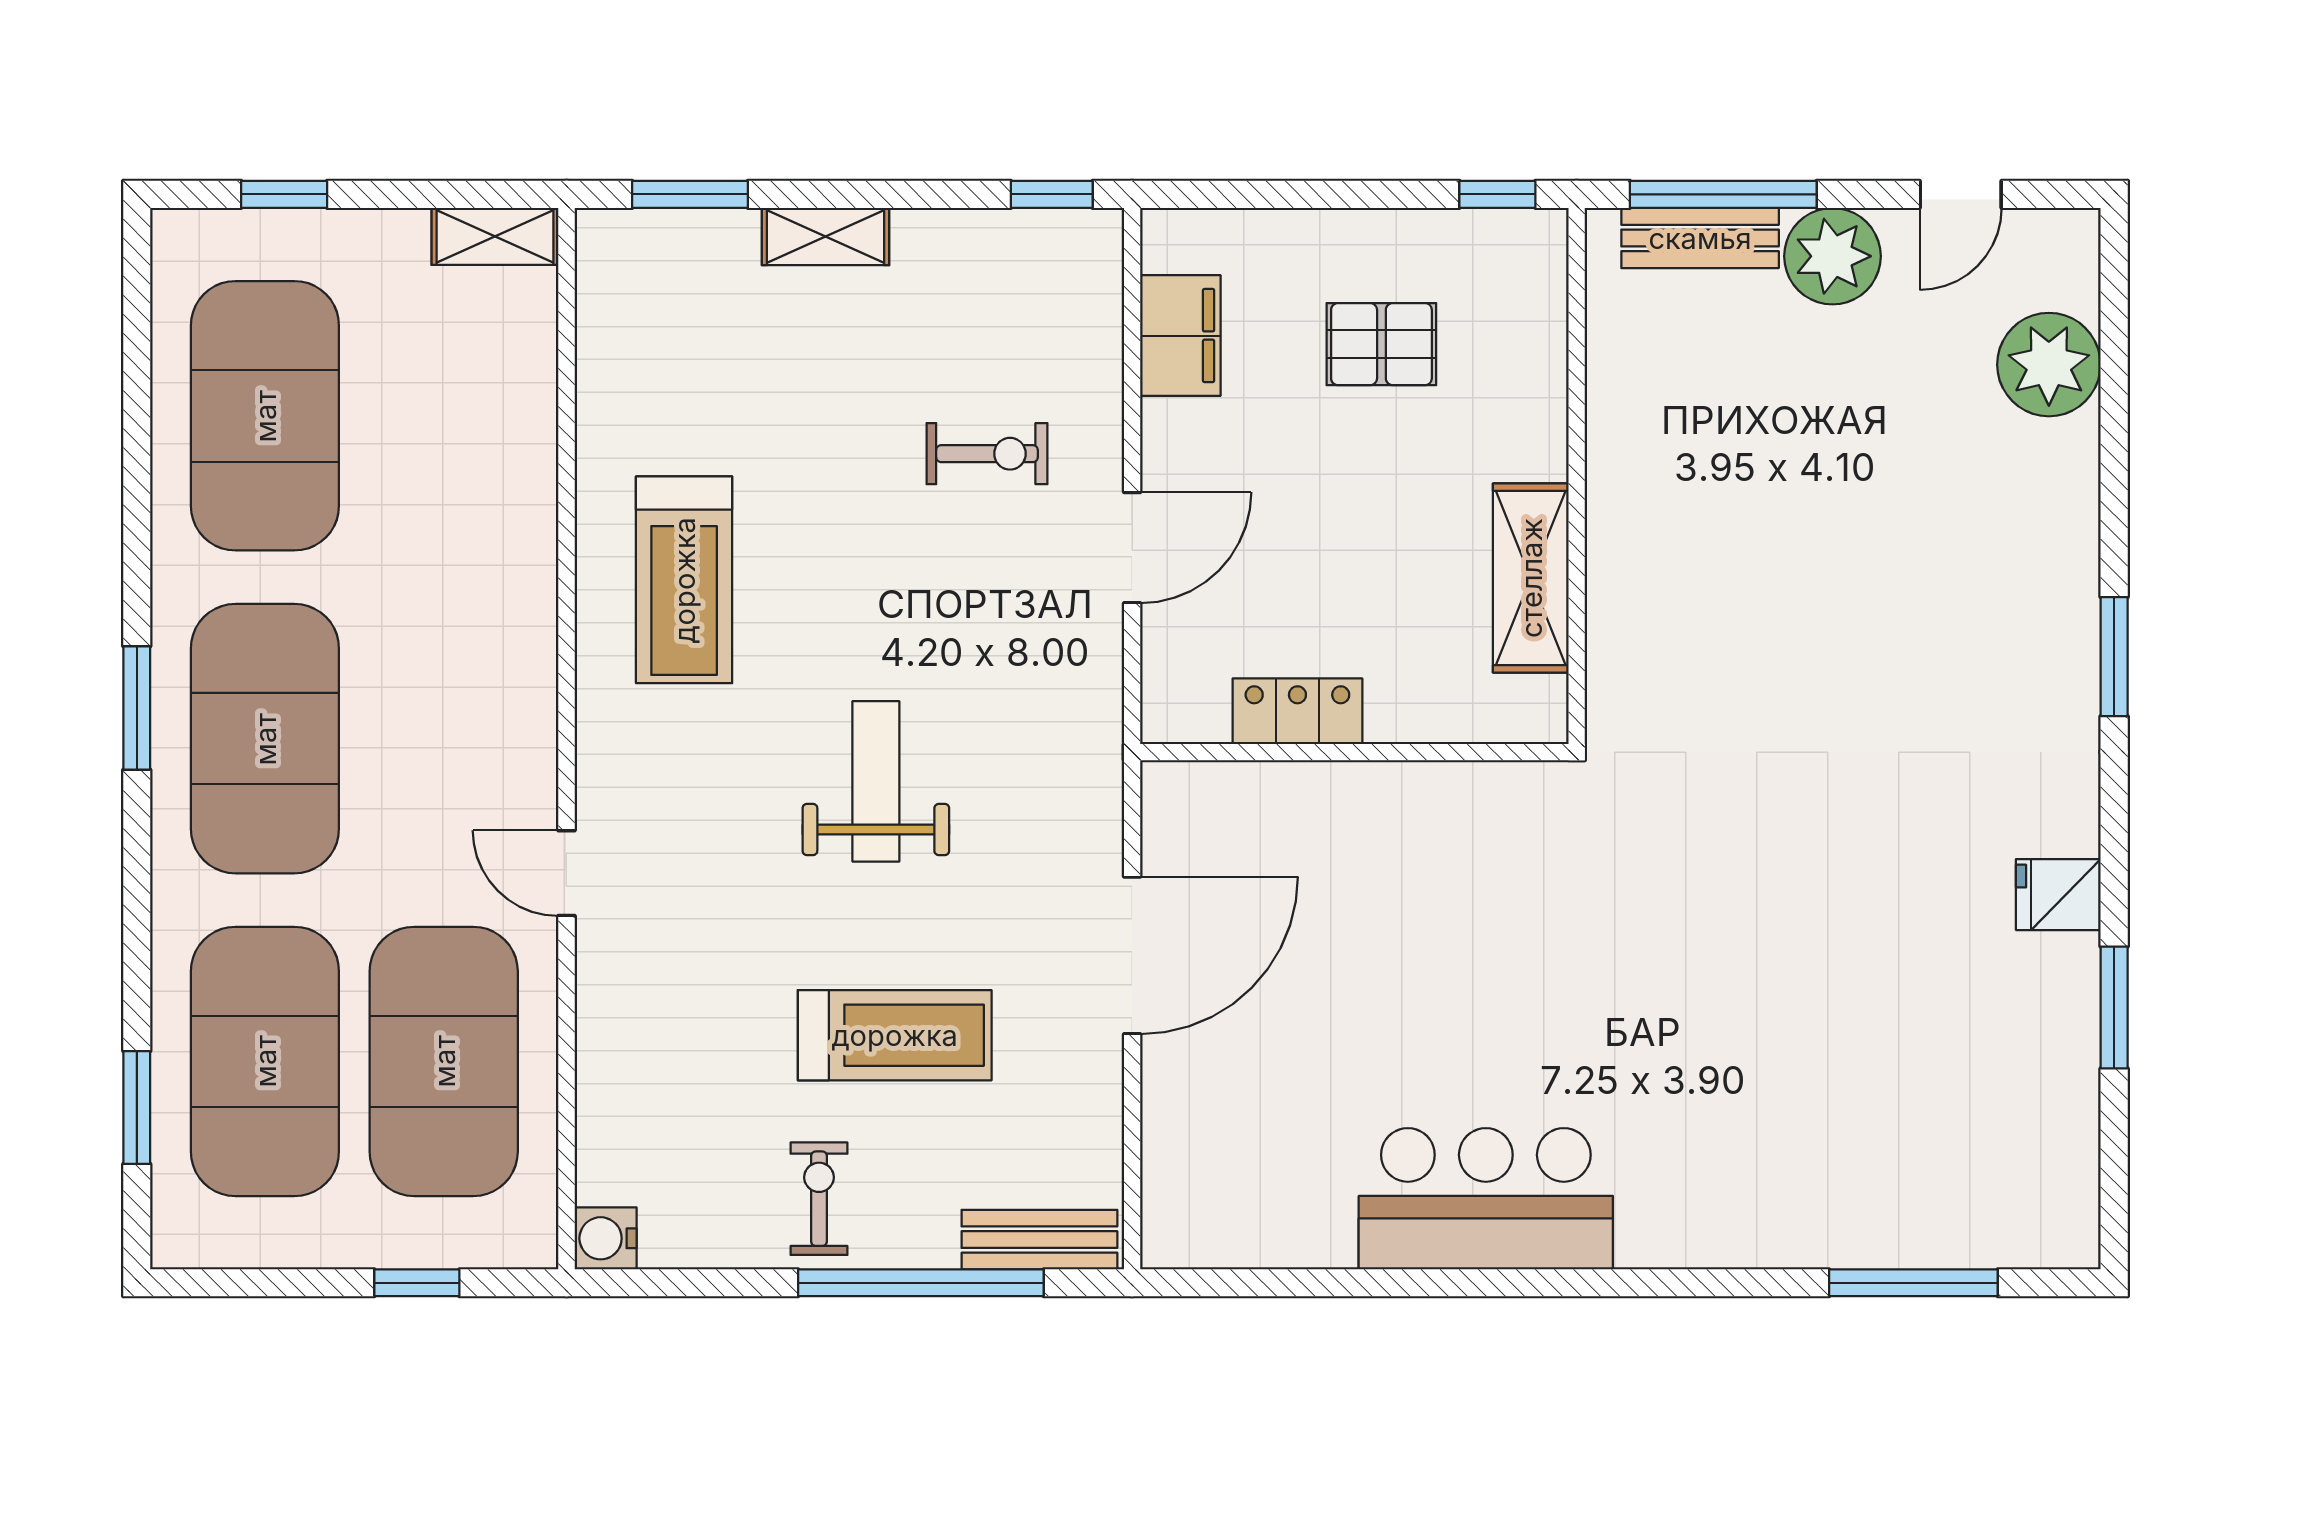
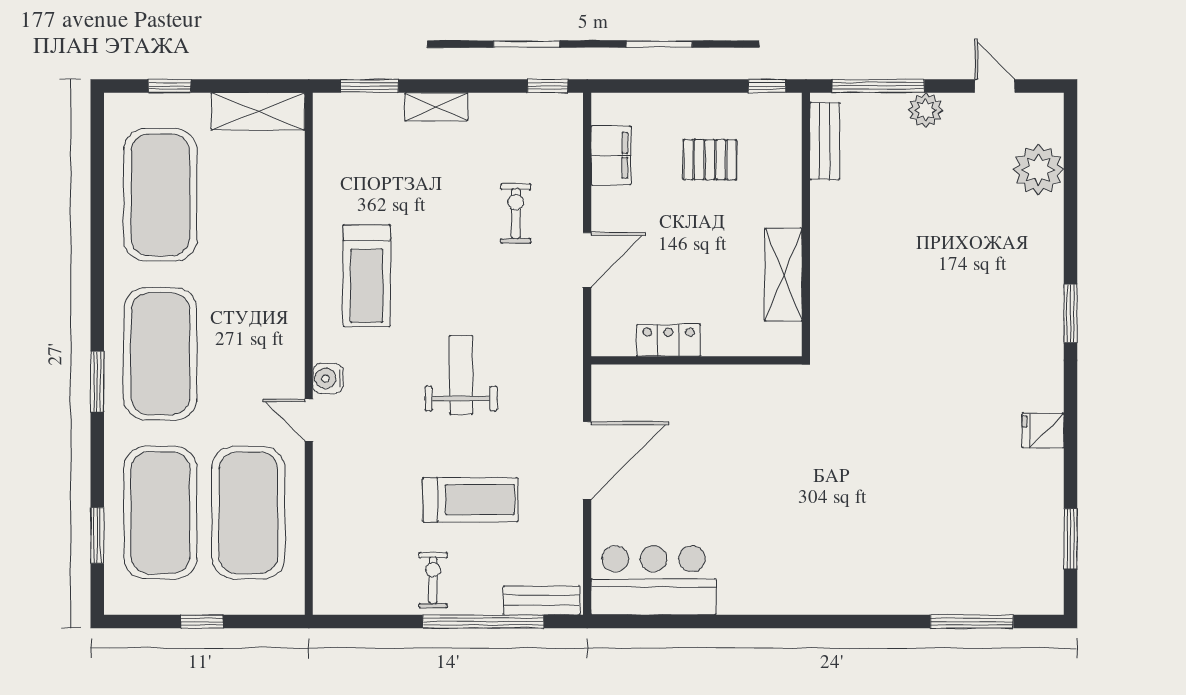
door: (1961, 194) -> (995, 86), swing flipped
shelving: (495, 236) -> (258, 111), width x1.50, depth x1.33
bench: (1700, 238) -> (825, 141), moved, turned 90
plant: (1832, 256) -> (926, 110), width x0.73, depth x0.73
exercise bike: (987, 454) -> (516, 214), turned -90
window: (137, 708) -> (97, 382), moved
window: (2114, 1007) -> (1070, 539), moved
bar counter: (1486, 1199) -> (654, 580), moved
water cooler: (606, 1238) -> (328, 378), moved
window: (417, 1283) -> (202, 622), moved

